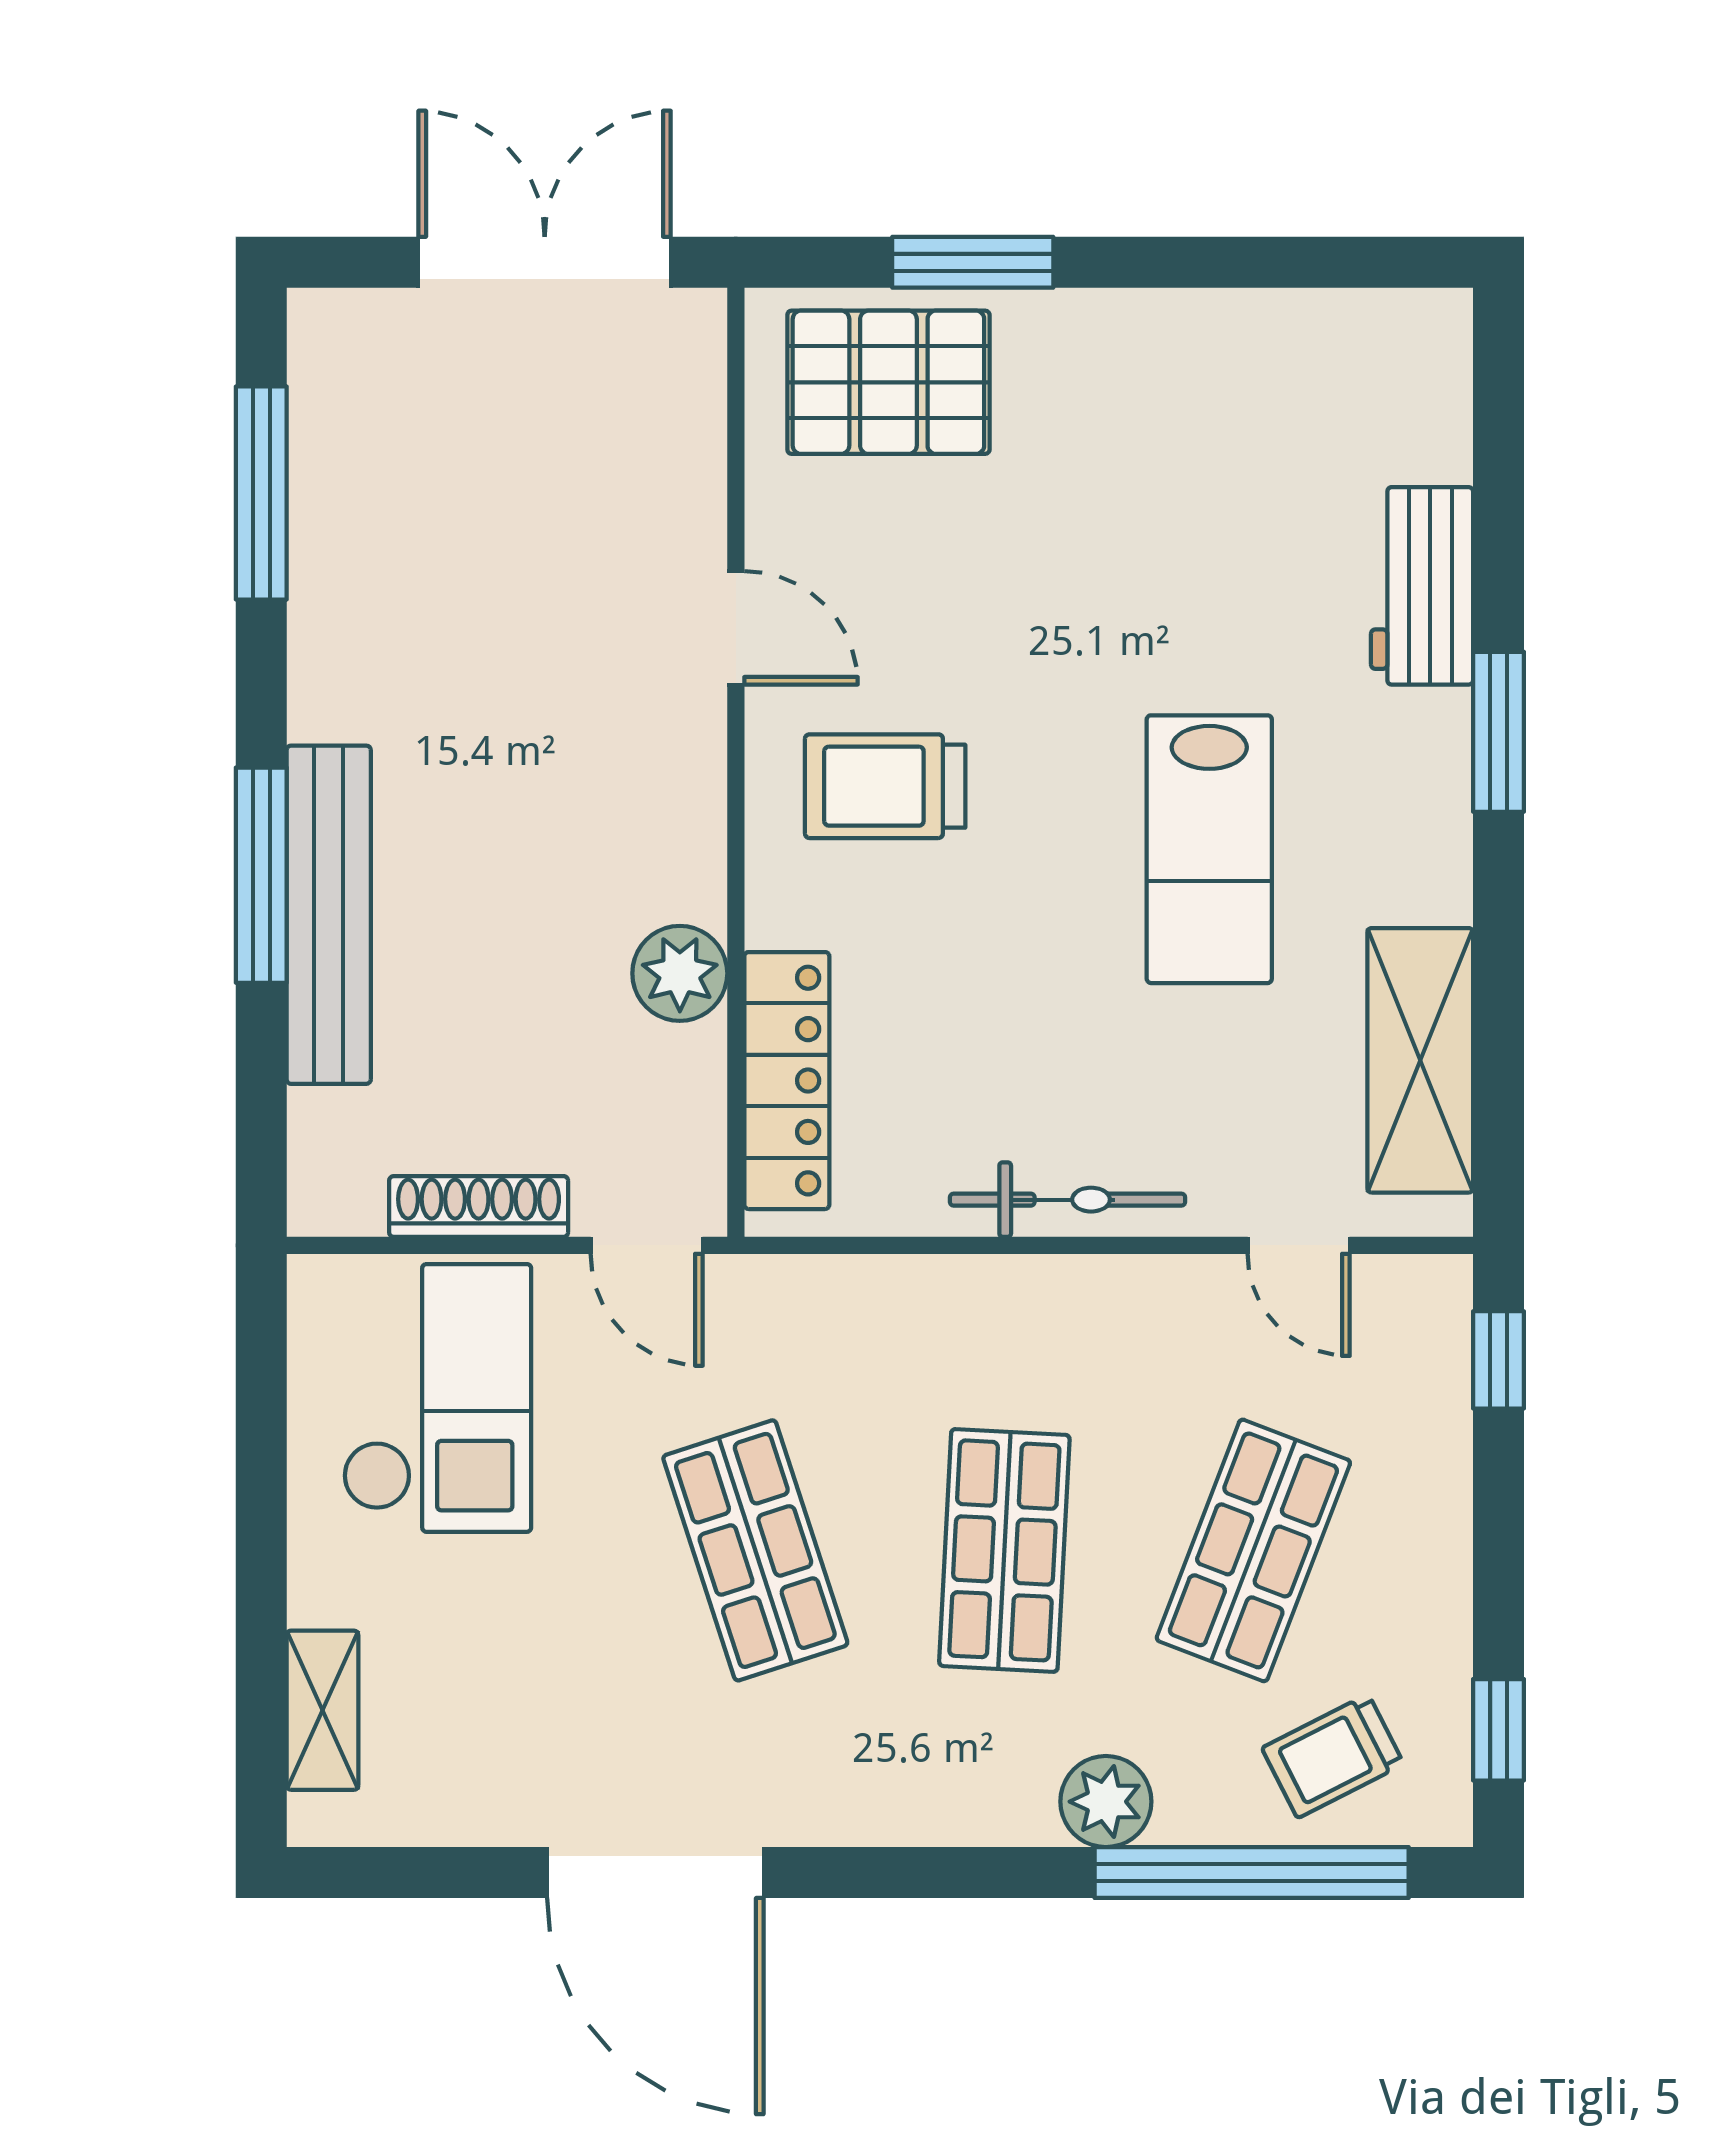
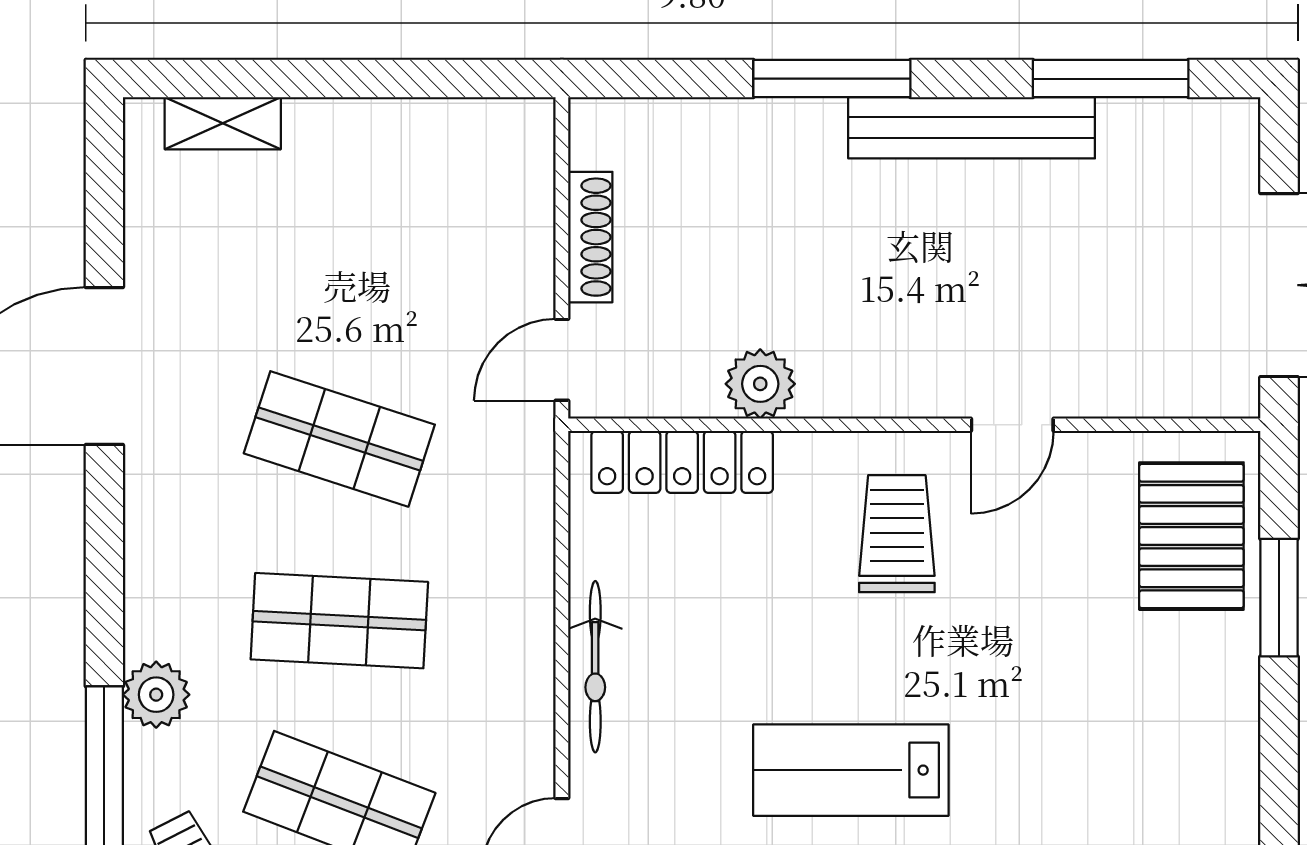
bench: (329, 915) -> (972, 128), moved
checkout: (437, 1398) -> (451, 207), removed
shop shelf: (755, 1550) -> (339, 439), turned 36

